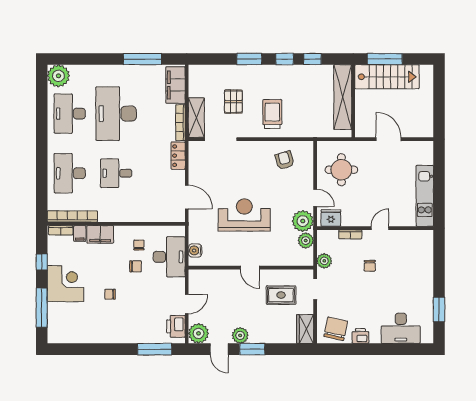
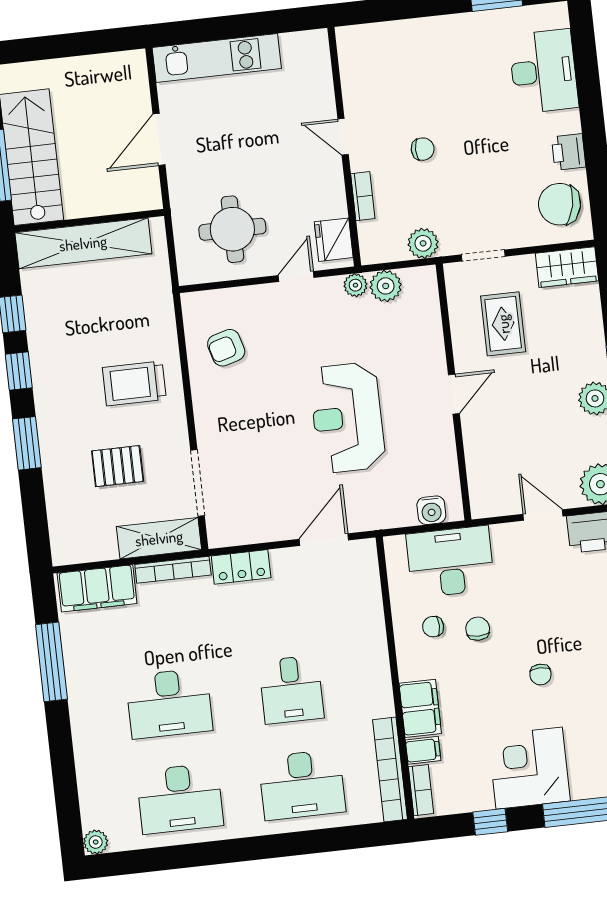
plant: (58, 76) -> (96, 842), width x0.53, depth x0.53
desk: (116, 114) -> (169, 703), width x0.73, depth x0.77
kitchen unit: (425, 196) -> (217, 58), moved
plant: (303, 221) -> (355, 285), width x0.53, depth x0.53

